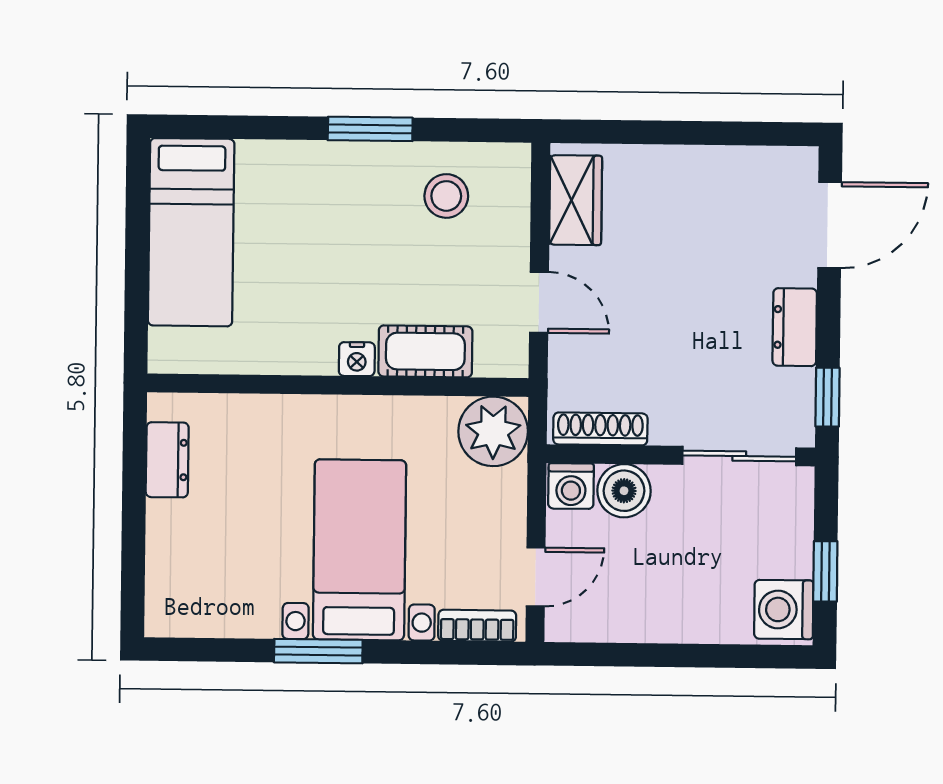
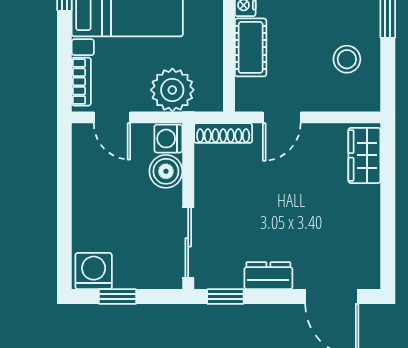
wardrobe: (576, 200) -> (364, 155), moved, turned 90
shoe rack: (600, 429) -> (223, 133), moved, turned 90
plant: (493, 431) -> (172, 90), moved

